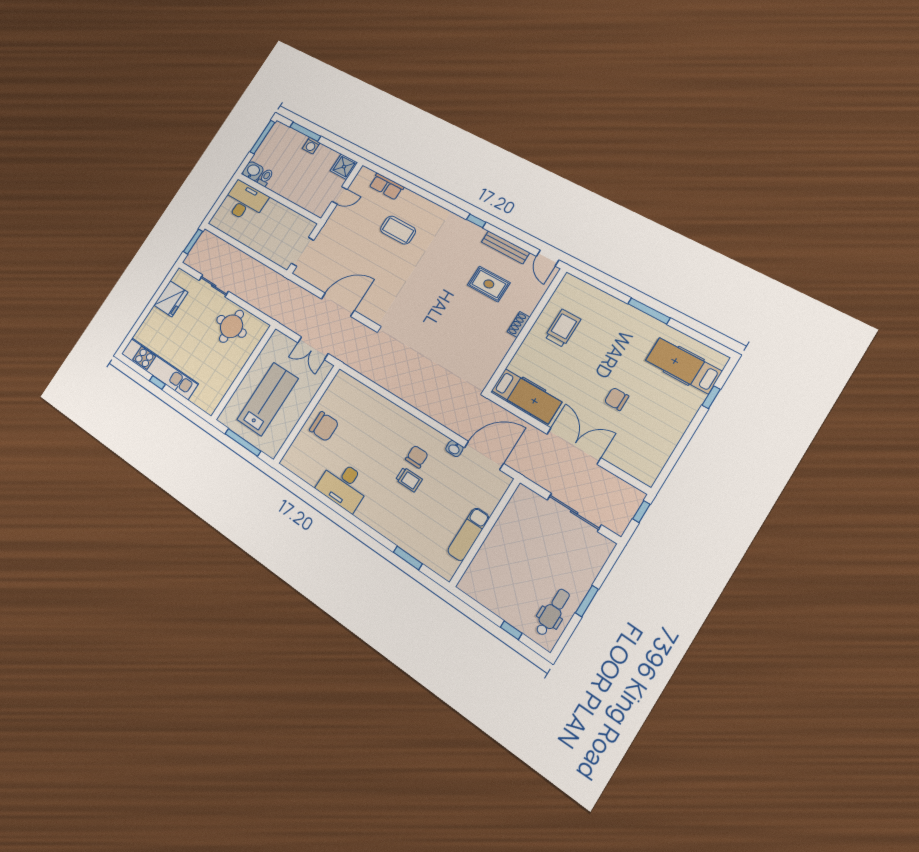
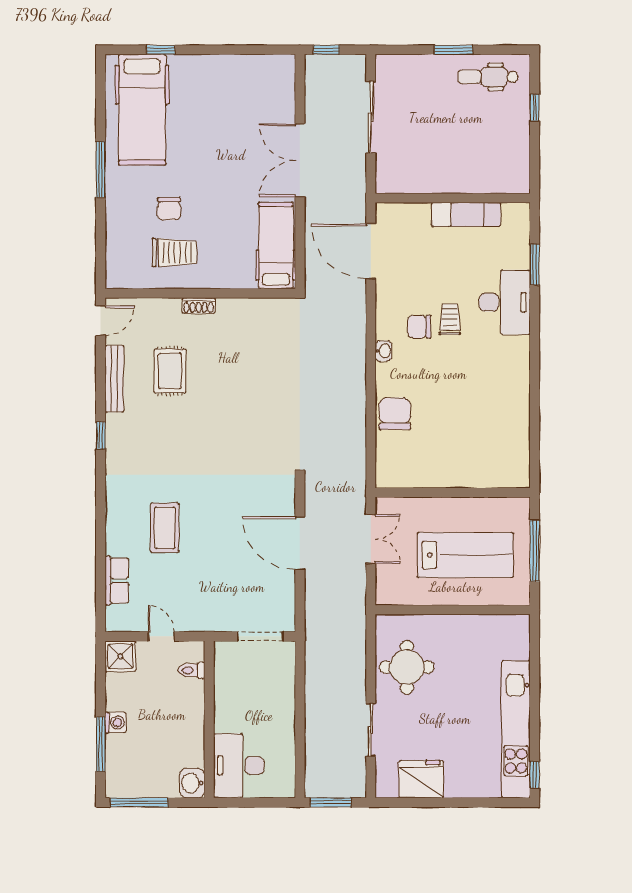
toilet: (265, 178) -> (191, 670), moved
trolley: (563, 328) -> (174, 253), turned 180
hospital bed: (684, 366) -> (142, 110), width x1.37, depth x1.29
window: (157, 383) -> (535, 775), moved
lab bench: (268, 399) -> (465, 555), turned 180
chair: (617, 399) -> (169, 209), moved
chair: (324, 426) -> (395, 414), moved
washbasin: (454, 449) -> (384, 351), moved
desk: (343, 485) -> (505, 302), moved

